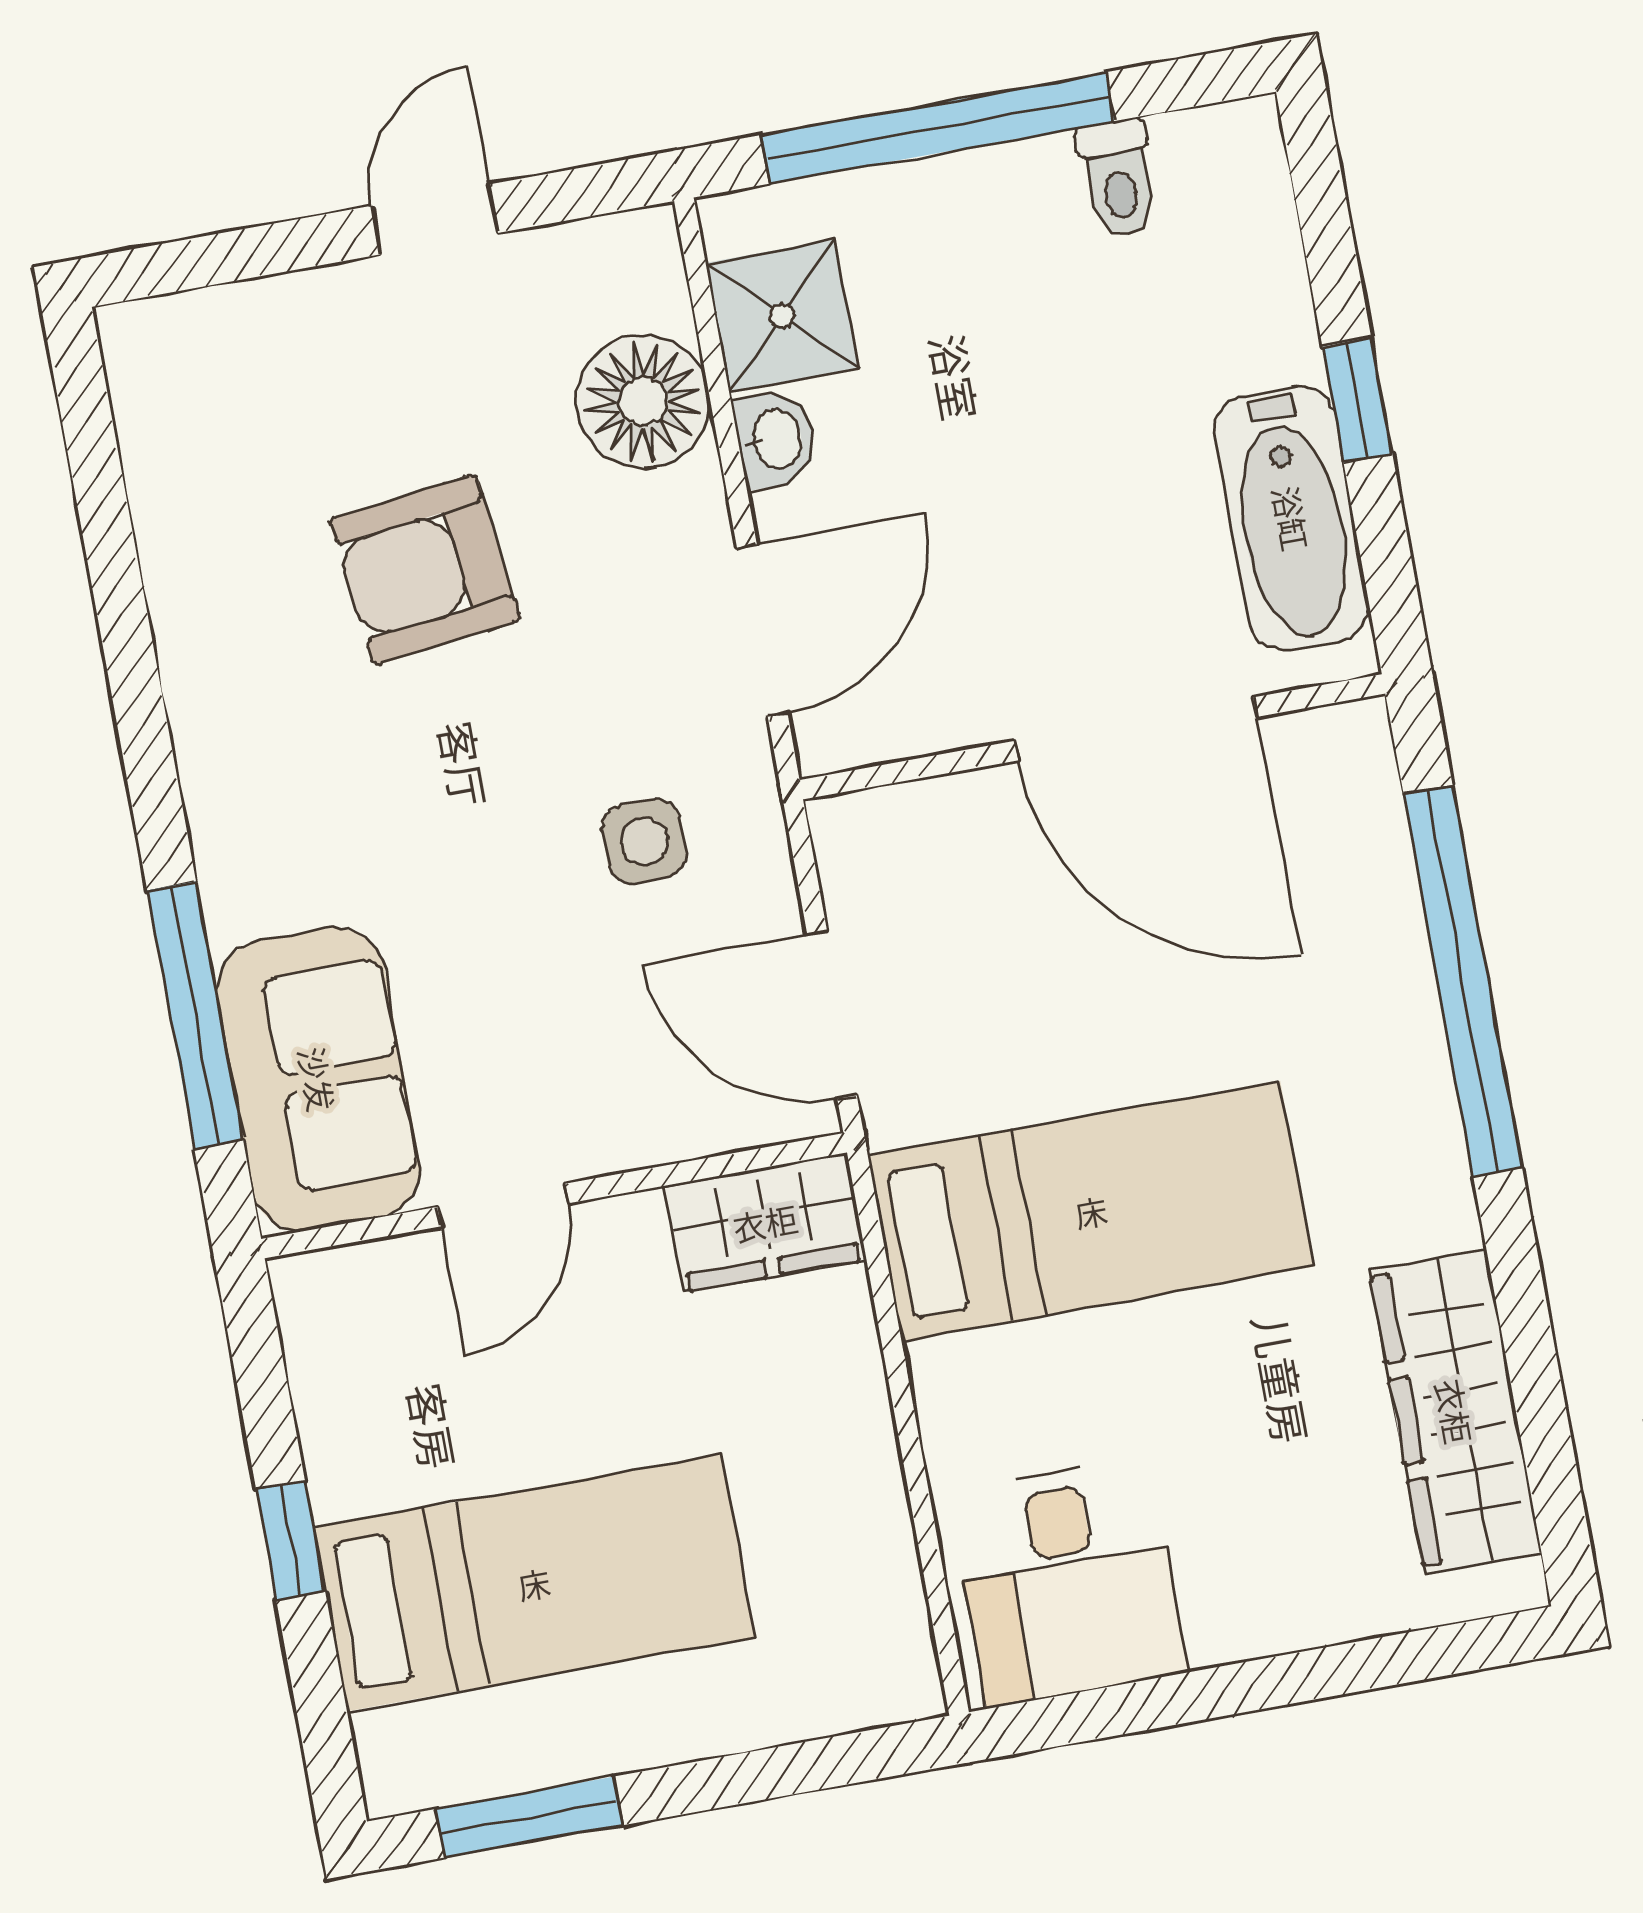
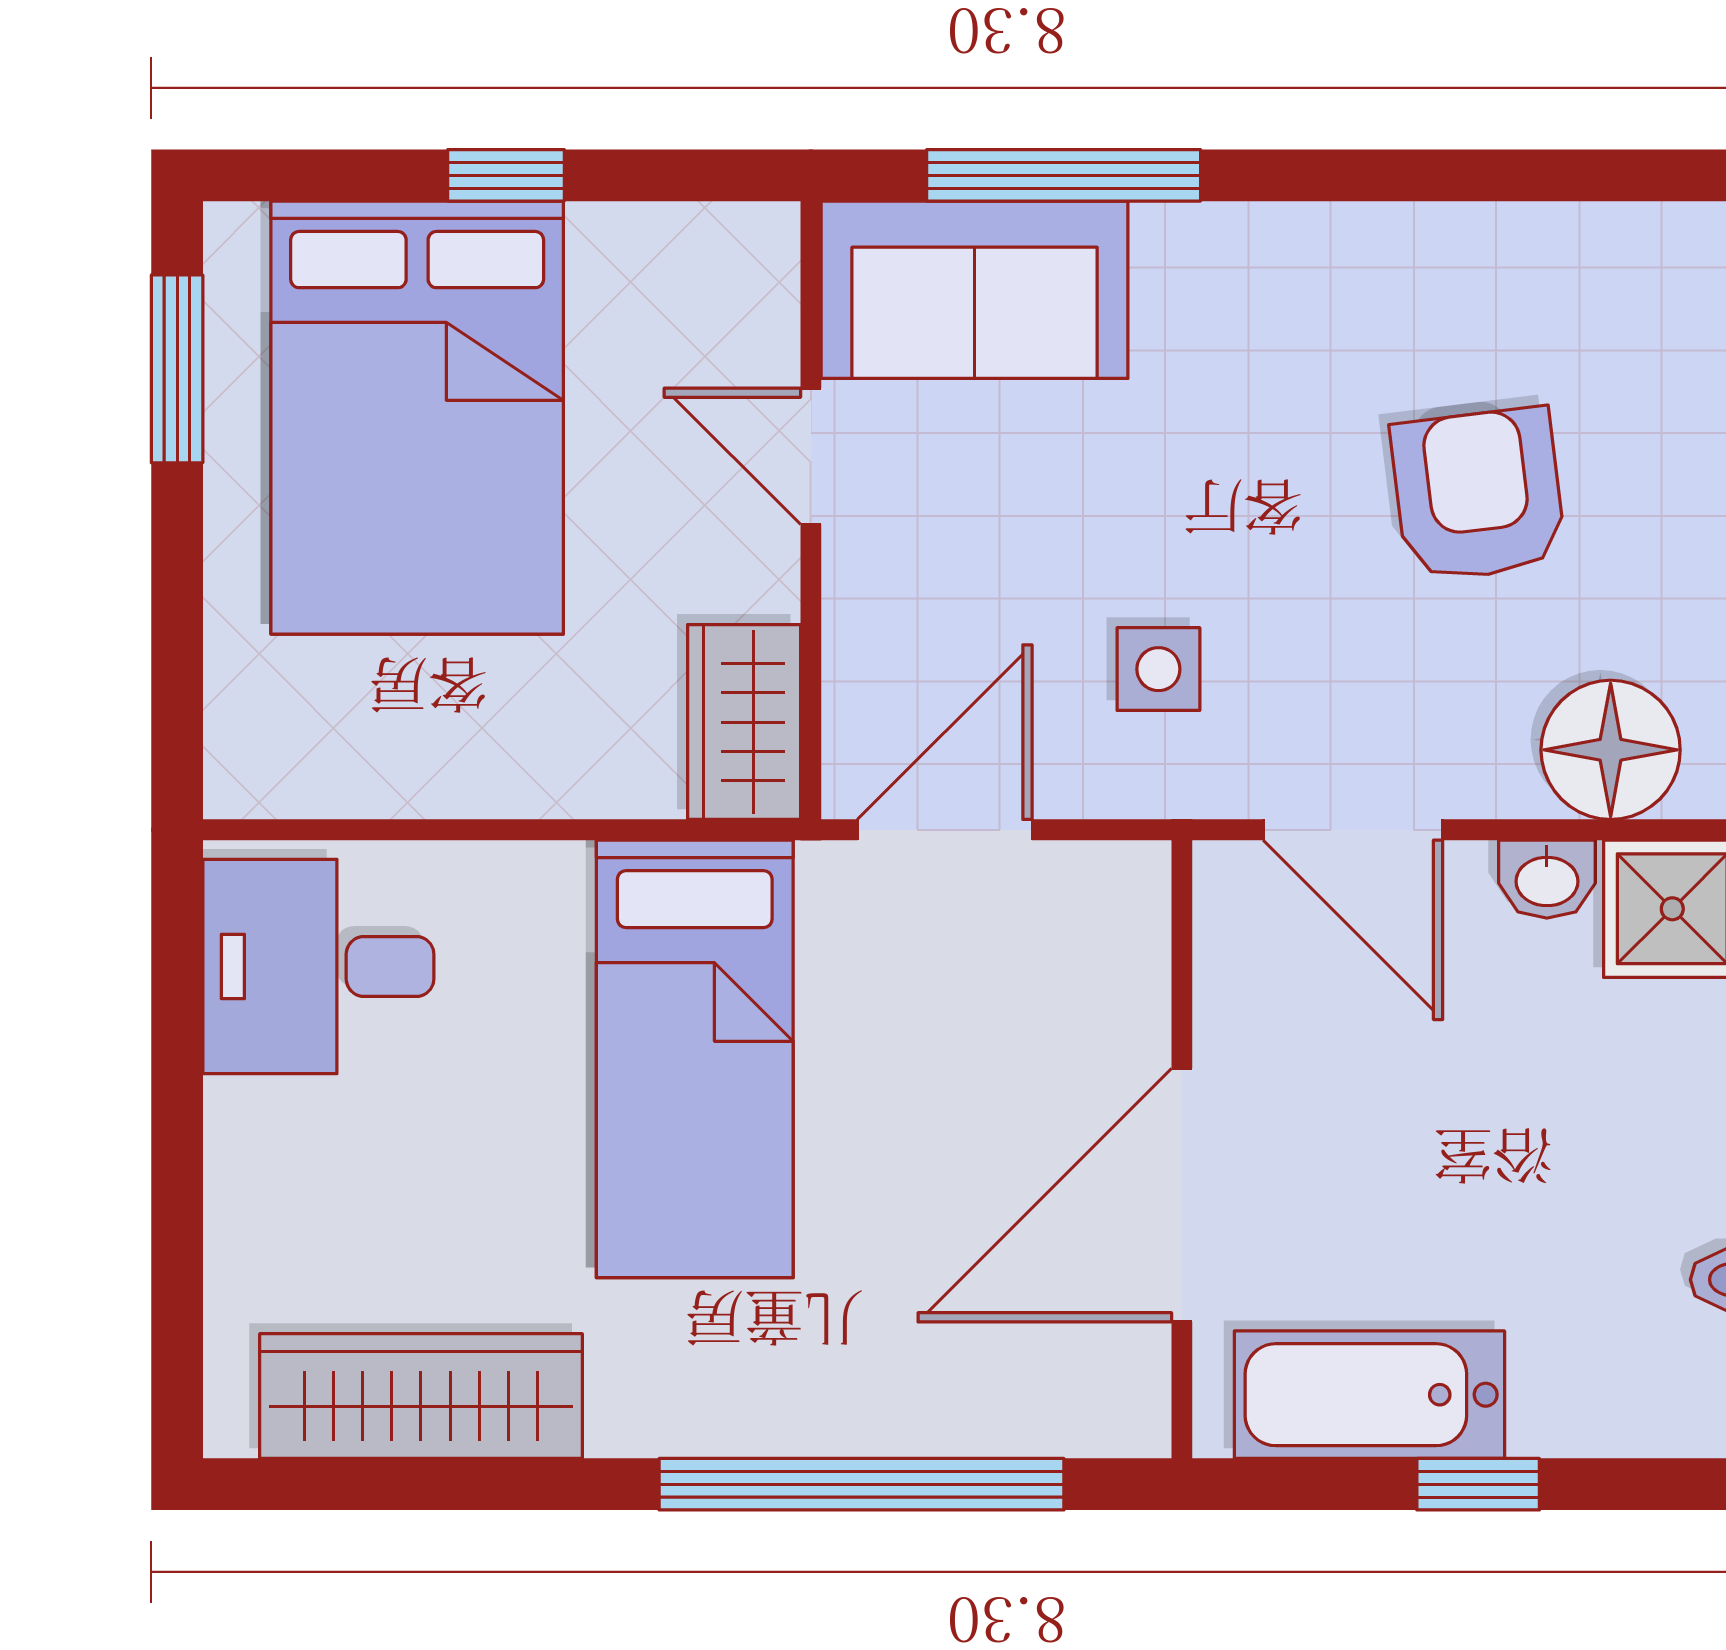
bed: (534, 1583) -> (417, 418), width x1.50

